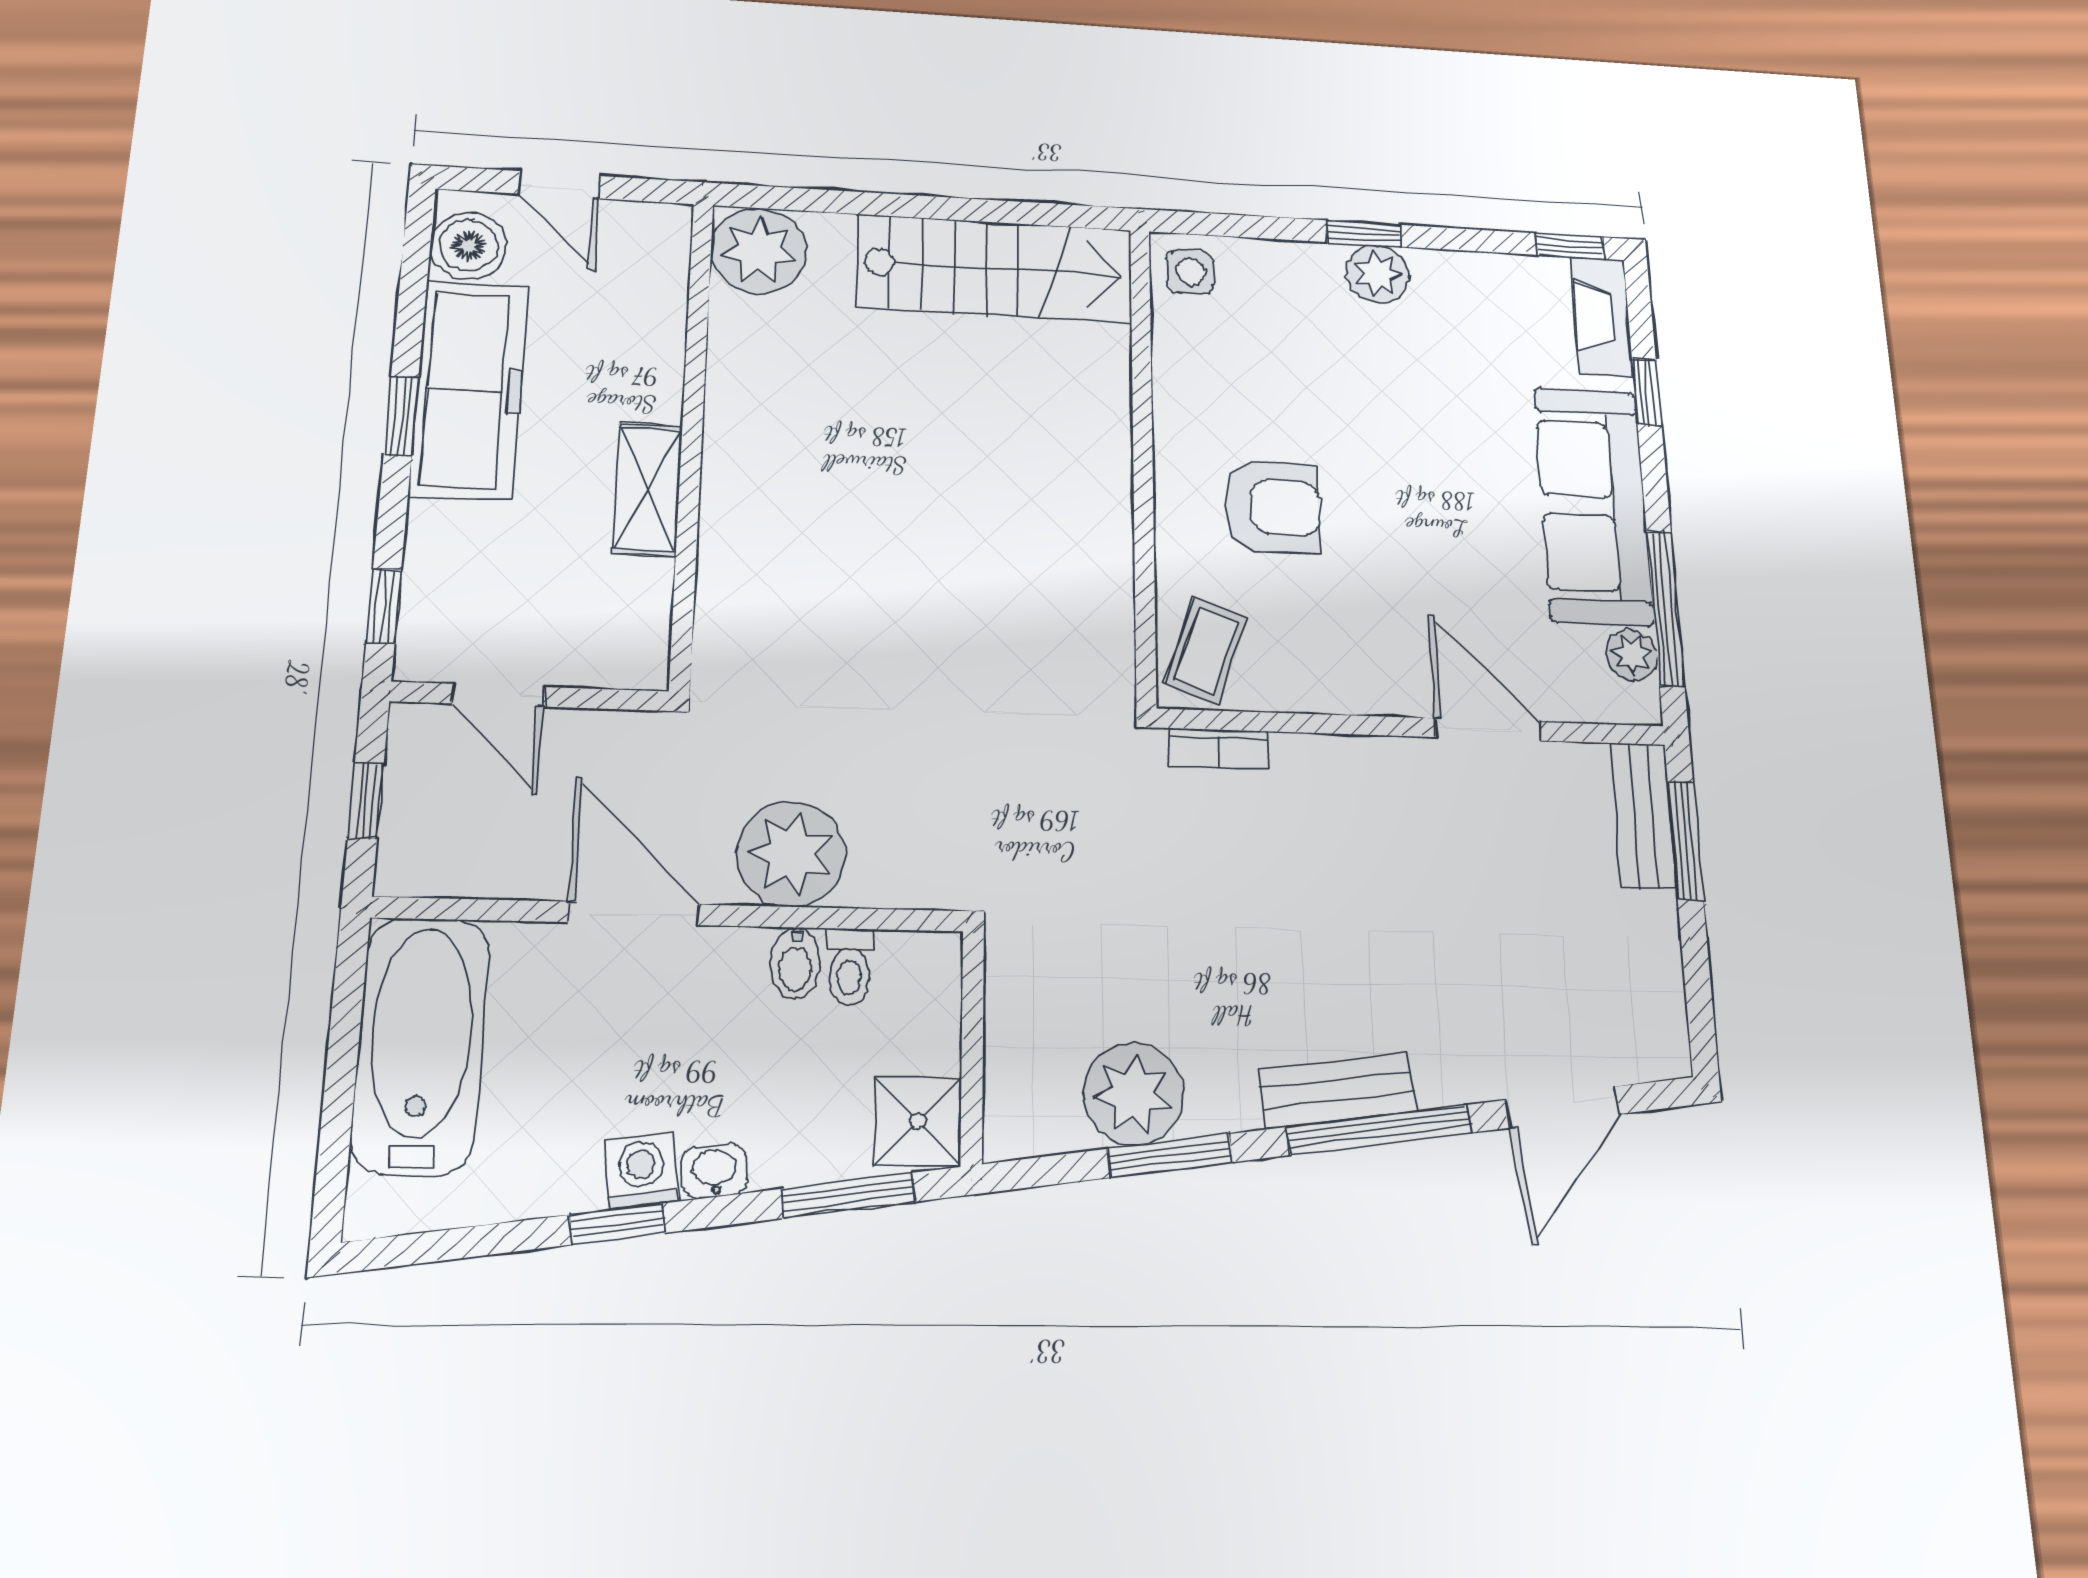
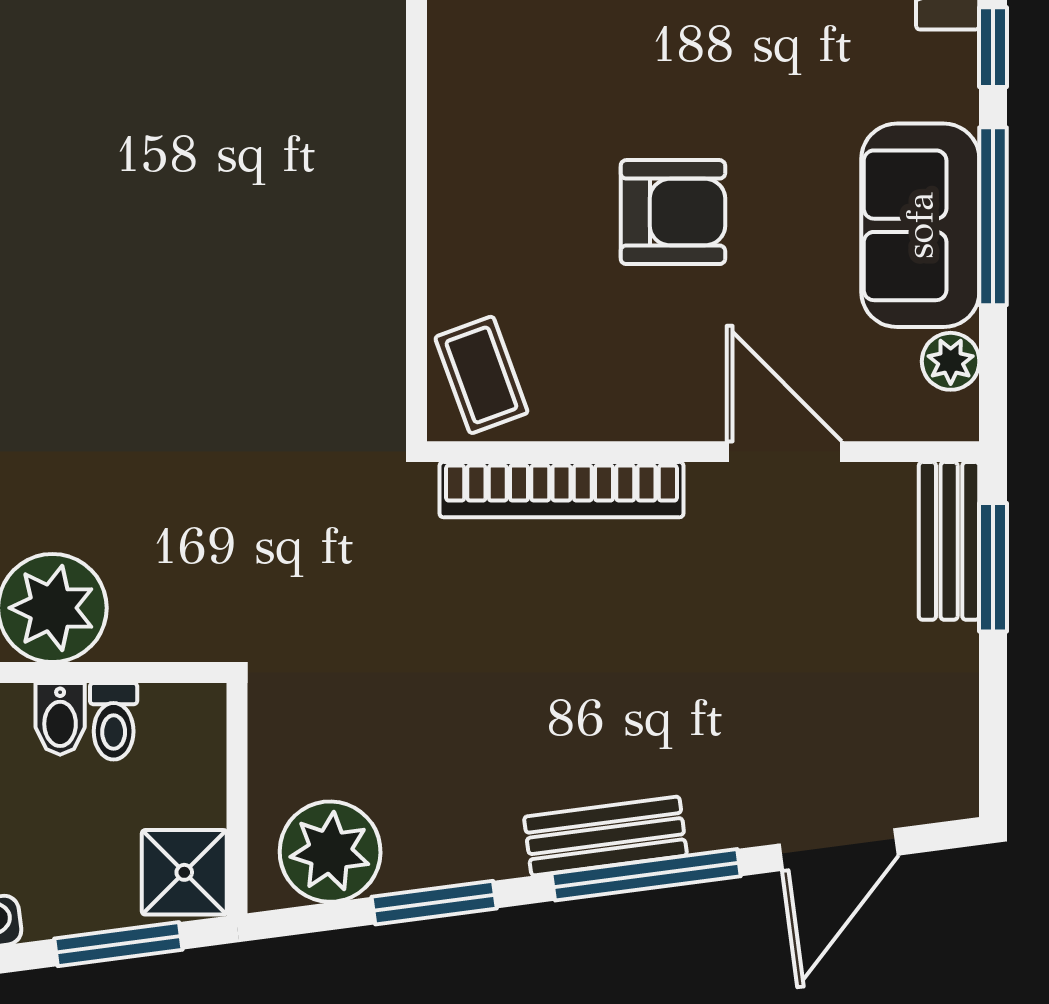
sofa: (1594, 506) -> (920, 225), width x0.73
armchair: (1272, 507) -> (673, 212), moved
window: (1665, 608) -> (993, 216), moved
coffee table: (1206, 650) -> (481, 375), turned -39
bookcase: (1219, 749) -> (561, 490), width x2.31, depth x1.31
plant: (1134, 1094) -> (330, 852), moved

